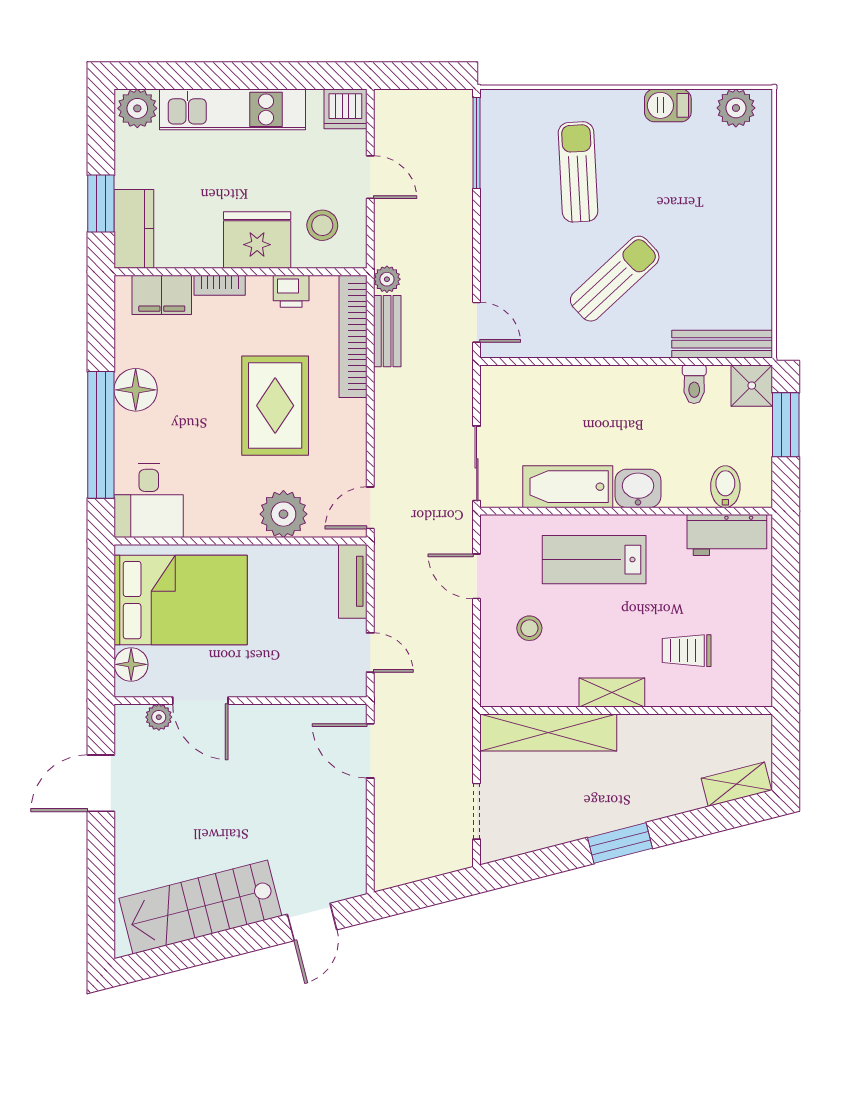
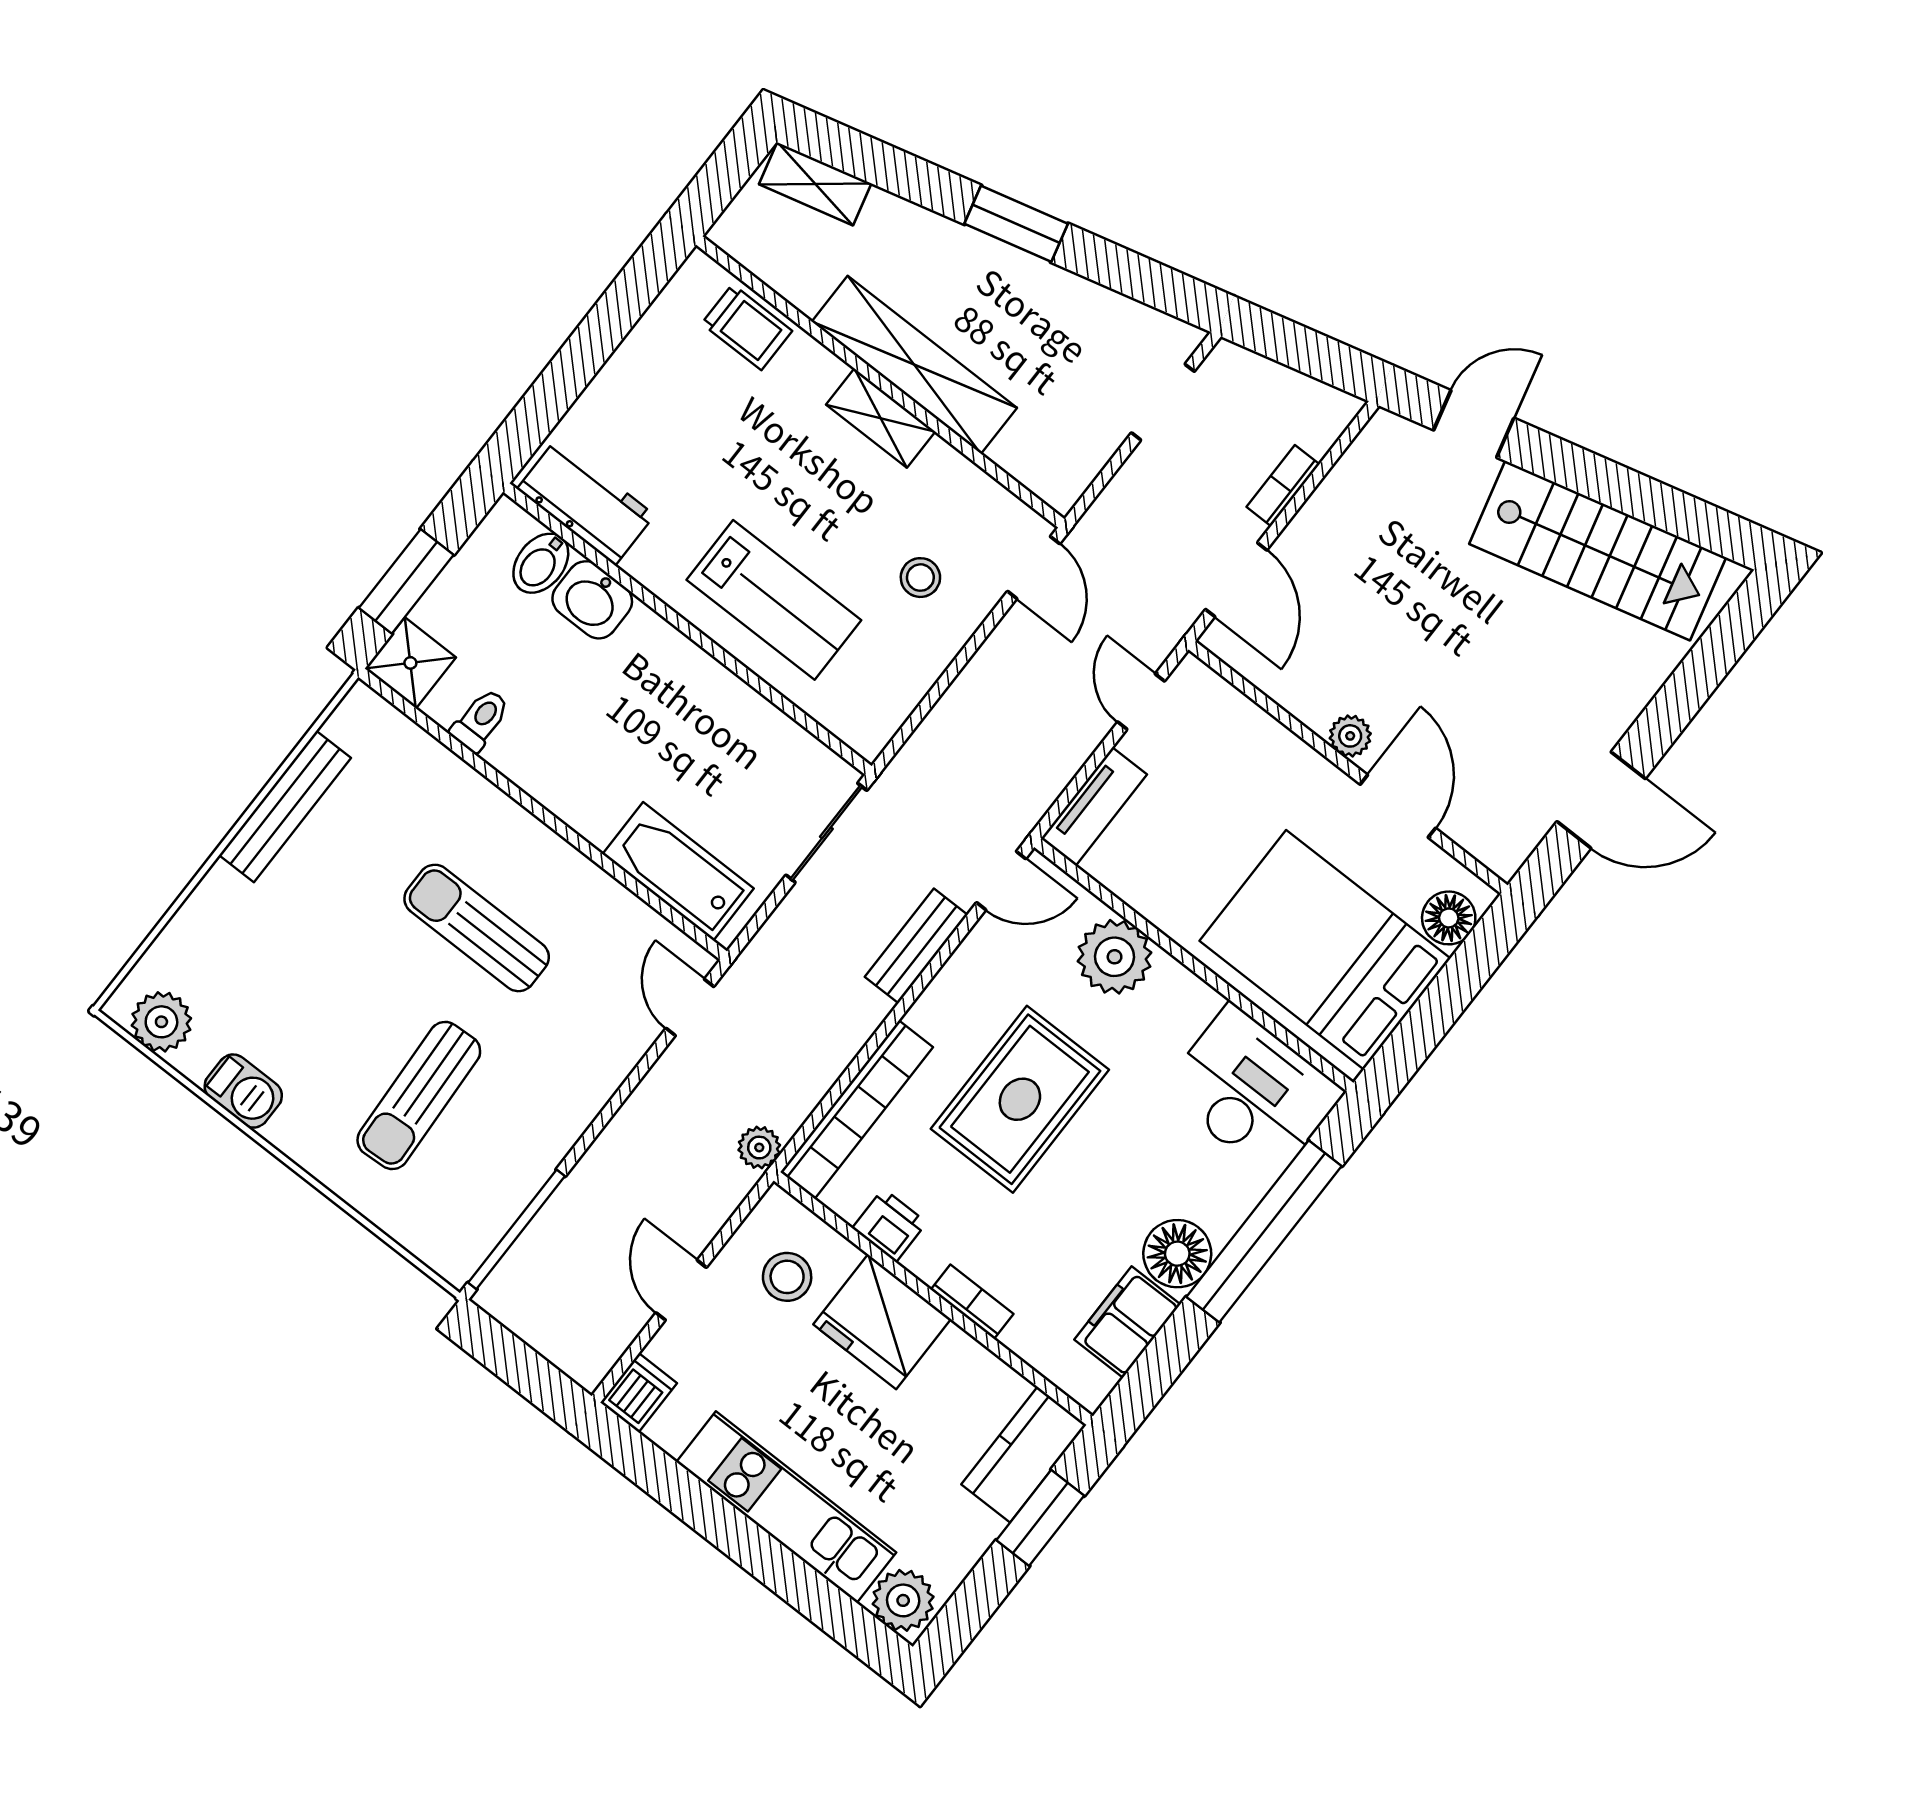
dishwasher: (345, 109) -> (639, 1393), width x0.73
sun lounger: (615, 279) -> (477, 928), turned 43
filing cabinet: (162, 295) -> (1127, 1322), moved, turned -90
bench: (387, 331) -> (916, 946), moved
bench: (722, 344) -> (285, 806), moved, turned 90
bathtub: (568, 487) -> (678, 871), moved, turned 180
washbasin: (638, 488) -> (592, 600), moved
desk: (149, 500) -> (1252, 1092), width x1.37
door: (477, 576) -> (1034, 568), moved
trolley: (687, 651) -> (747, 327), moved
plant: (159, 717) -> (1350, 736), moved
shelving: (548, 733) -> (914, 365), moved
bookcase: (384, 816) -> (1283, 486), added

